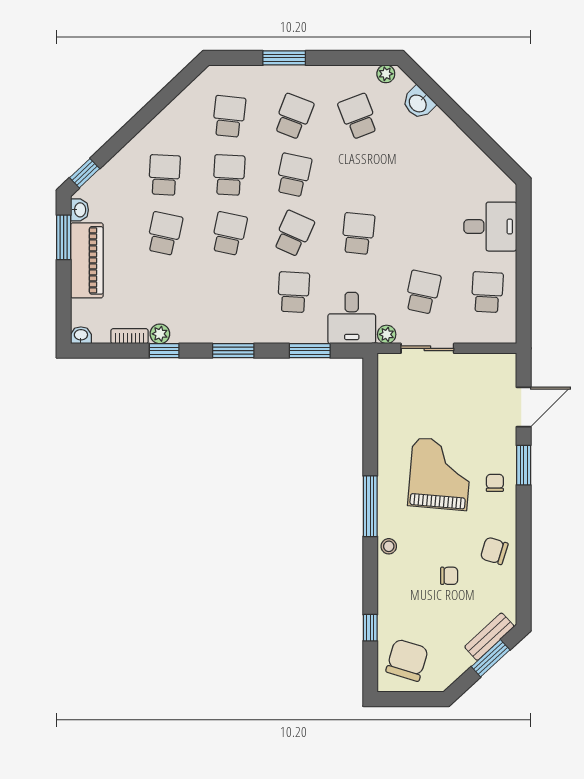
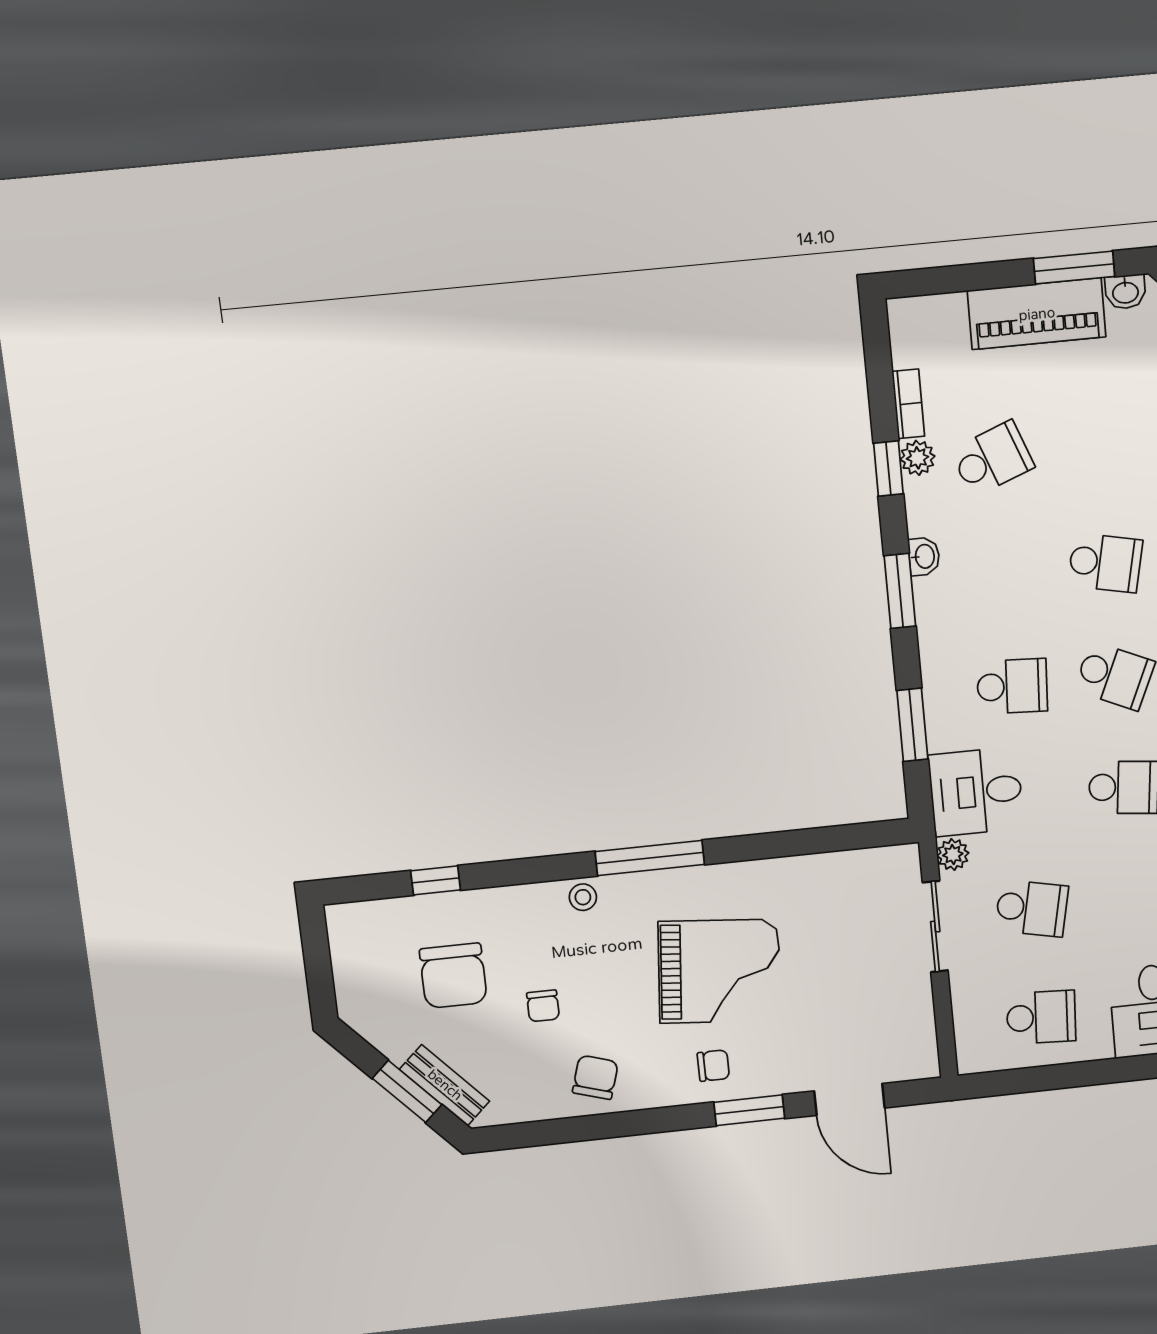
school desk: (164, 234) -> (992, 459), moved, turned -33
washbasin: (81, 335) -> (924, 556), moved
chair: (407, 660) -> (453, 976), moved, turned 73

